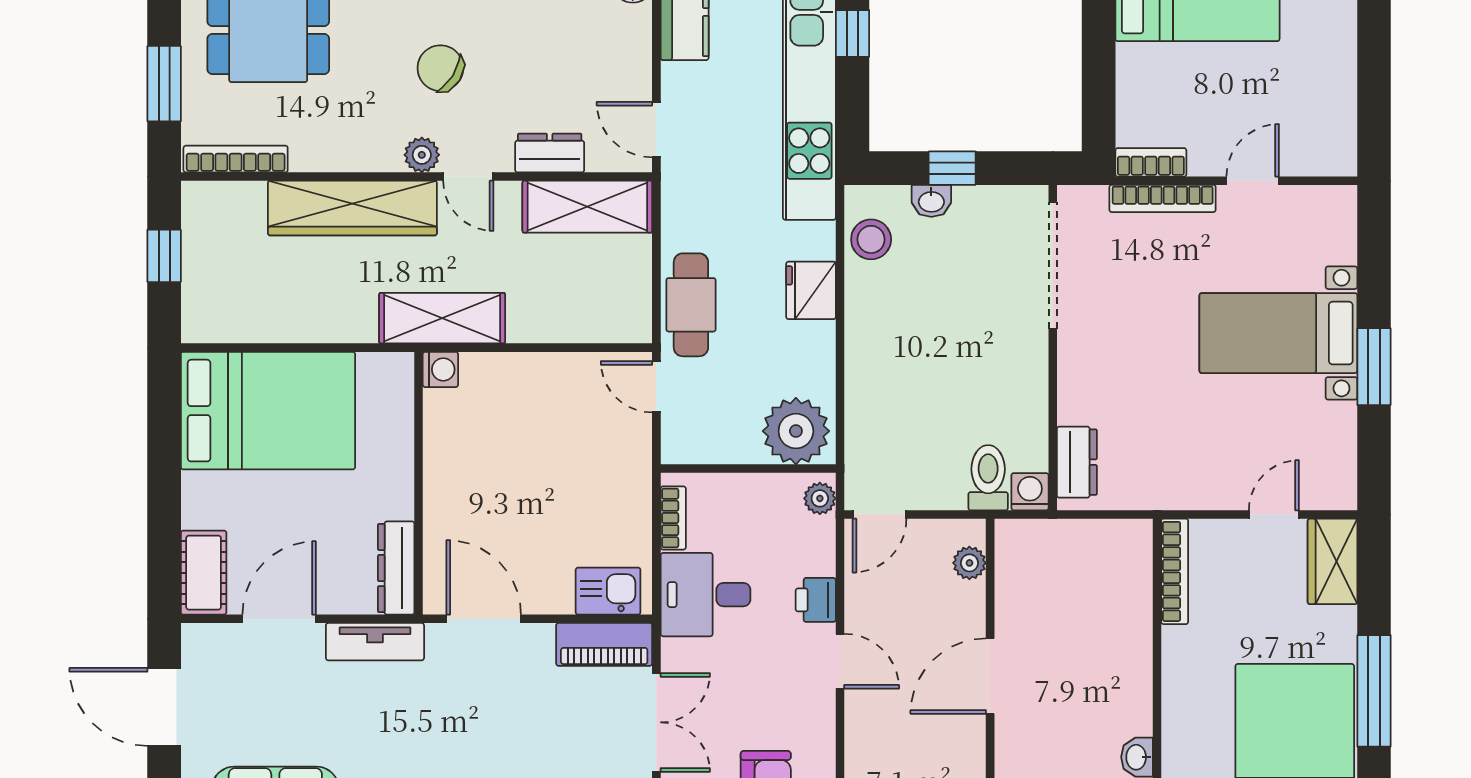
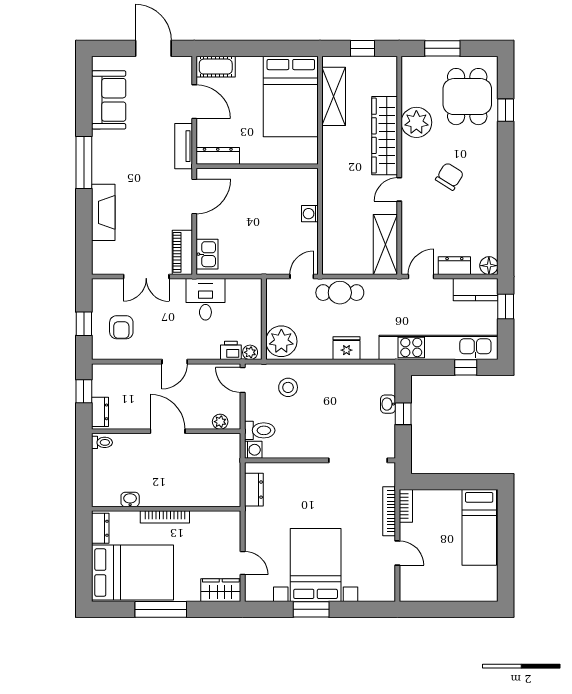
dresser: (550, 153) -> (454, 266), moved, turned -90
plant: (422, 155) -> (416, 122), moved, width x1.87, depth x1.87
bookcase: (236, 159) -> (407, 81), removed
stool: (871, 239) -> (288, 387), moved
shelving: (442, 318) -> (334, 96), moved
bed with nightstands: (1278, 333) -> (316, 565), width x1.36
washing machine: (440, 369) -> (310, 214), moved, turned 90
dresser: (1077, 462) -> (254, 490), moved, turned -90
bookcase: (673, 518) -> (241, 284), removed
bookcase: (1175, 571) -> (165, 517), moved
printer: (816, 600) -> (231, 350), moved
door: (164, 707) -> (153, 48), hinge flipped

